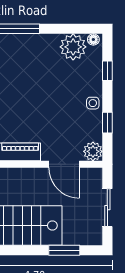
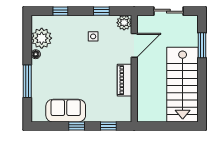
floor lamp: (93, 40) -> (36, 54), moved
side table: (93, 103) -> (93, 36), moved

